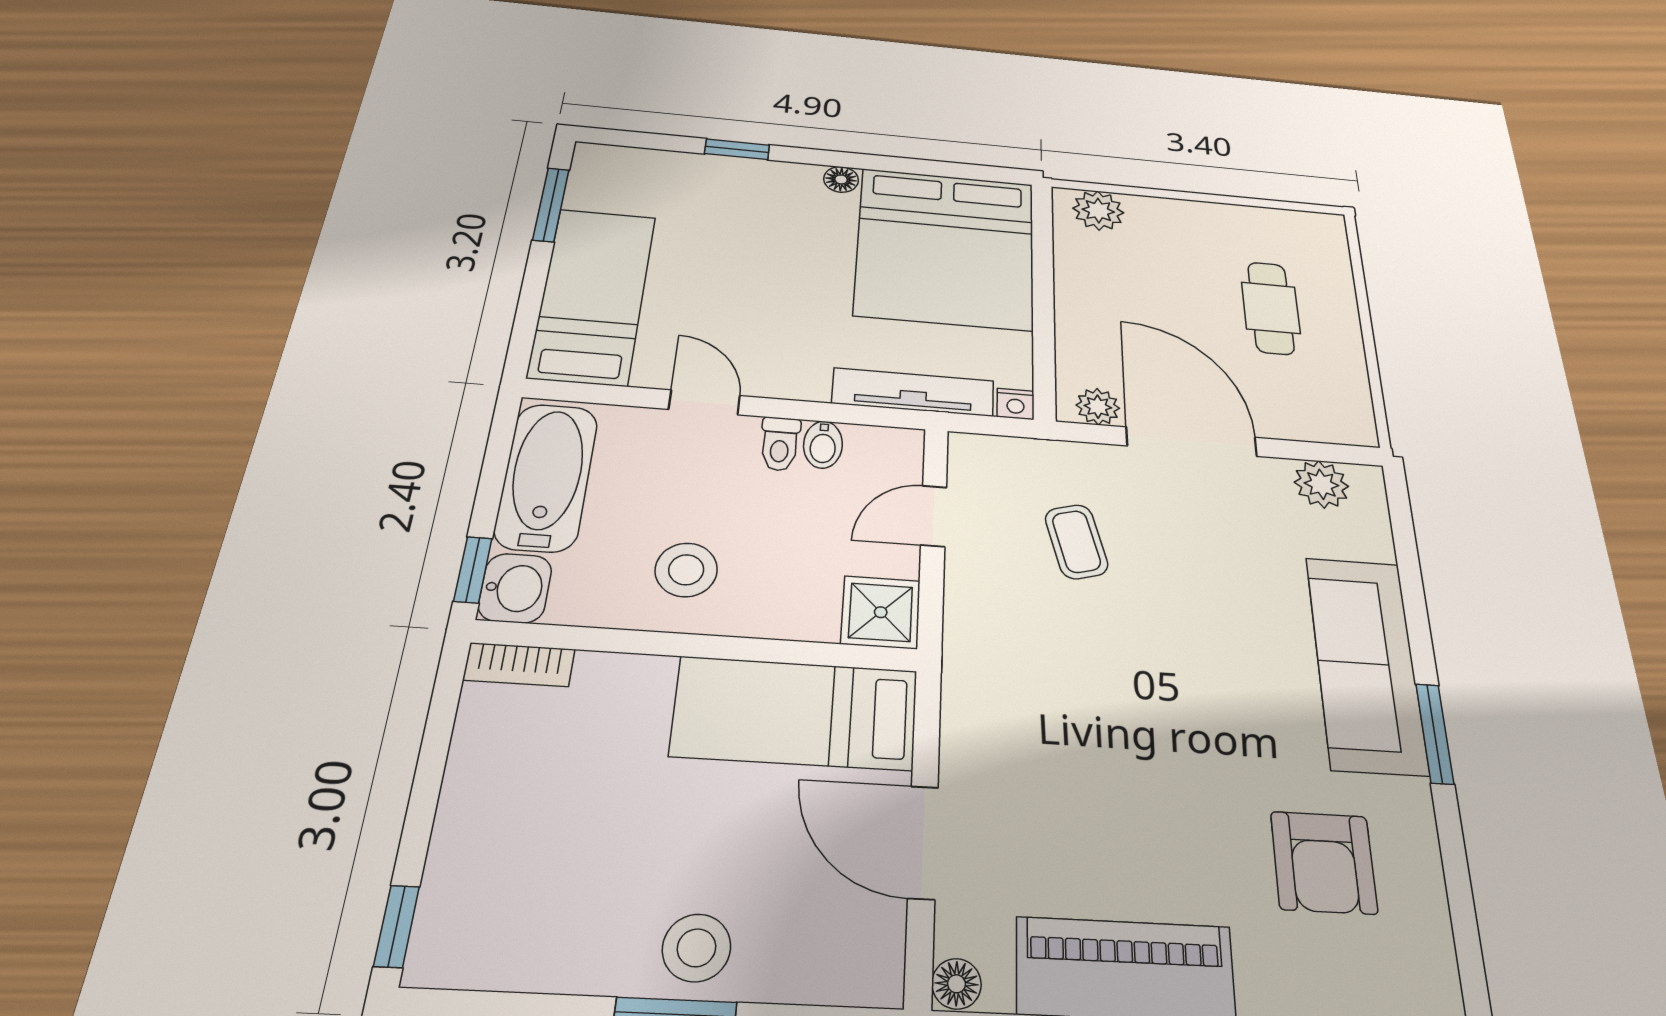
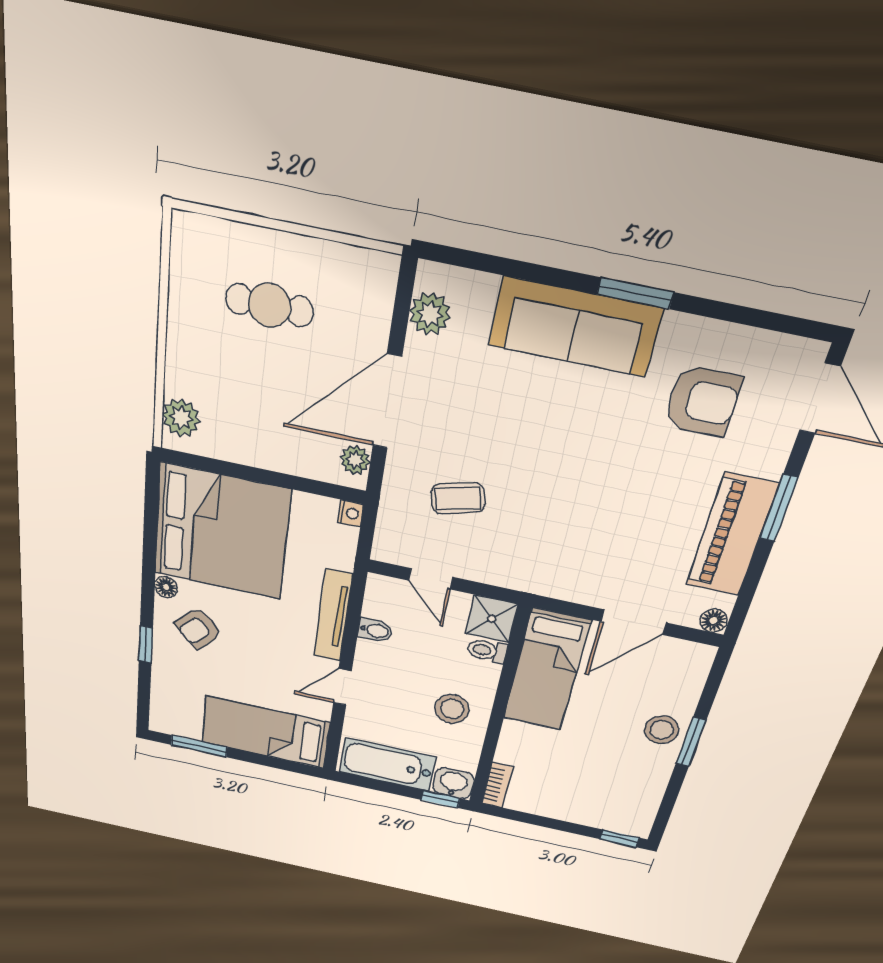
armchair: (779, 214) -> (198, 628), added
tv unit: (913, 392) -> (333, 616), moved
toilet: (780, 444) -> (487, 651), moved, turned 180

